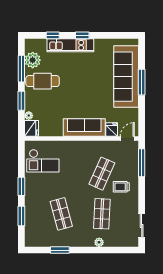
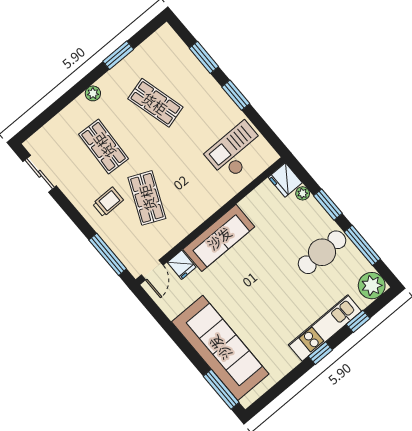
plant: (33, 60) -> (372, 286), moved
window: (142, 82) -> (221, 389), moved
plant: (99, 242) -> (93, 93), moved

